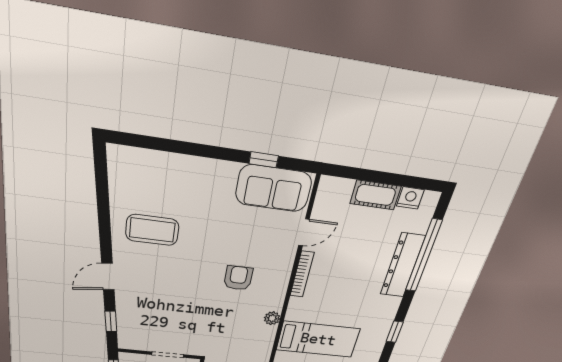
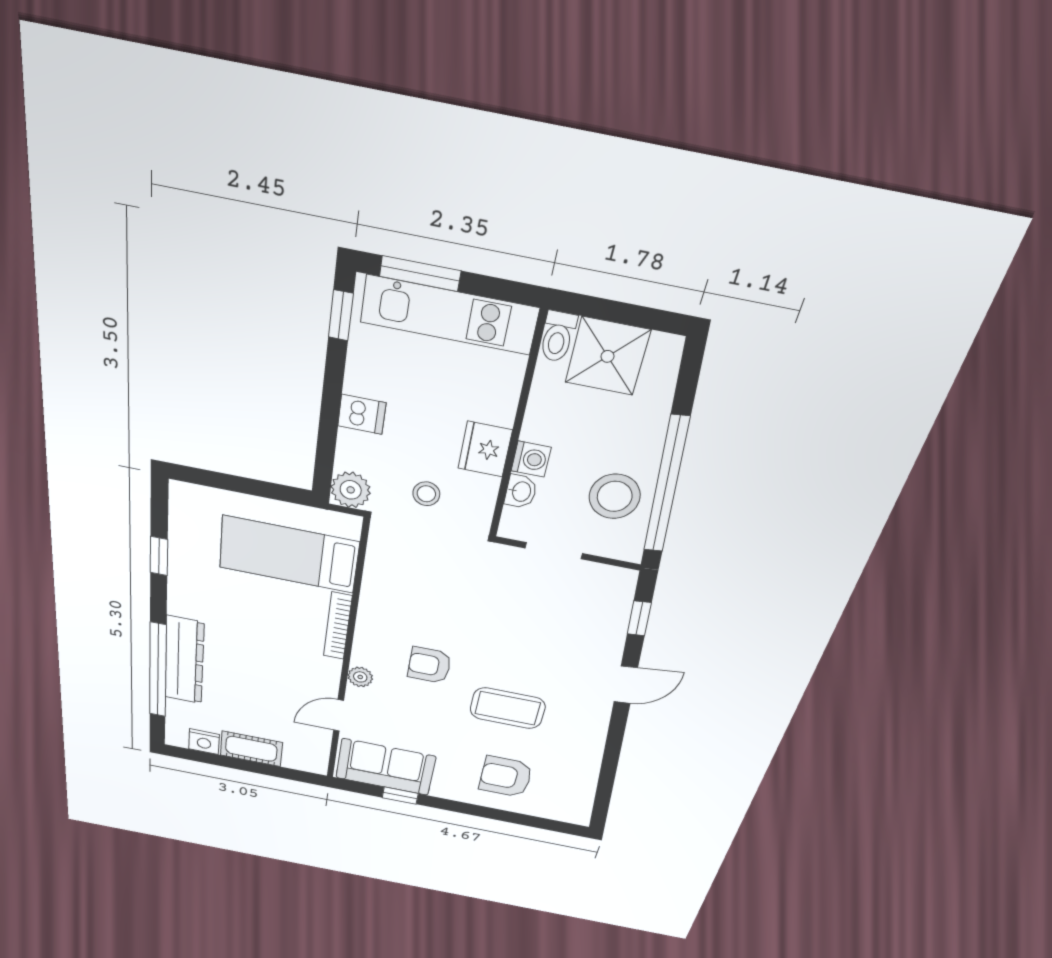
armchair: (180, 189) -> (506, 777), added
coffee table: (152, 230) -> (508, 708), moved
bookcase: (302, 274) -> (338, 626), moved
armchair: (238, 278) -> (429, 665), turned 90
plant: (272, 318) -> (360, 677), moved

